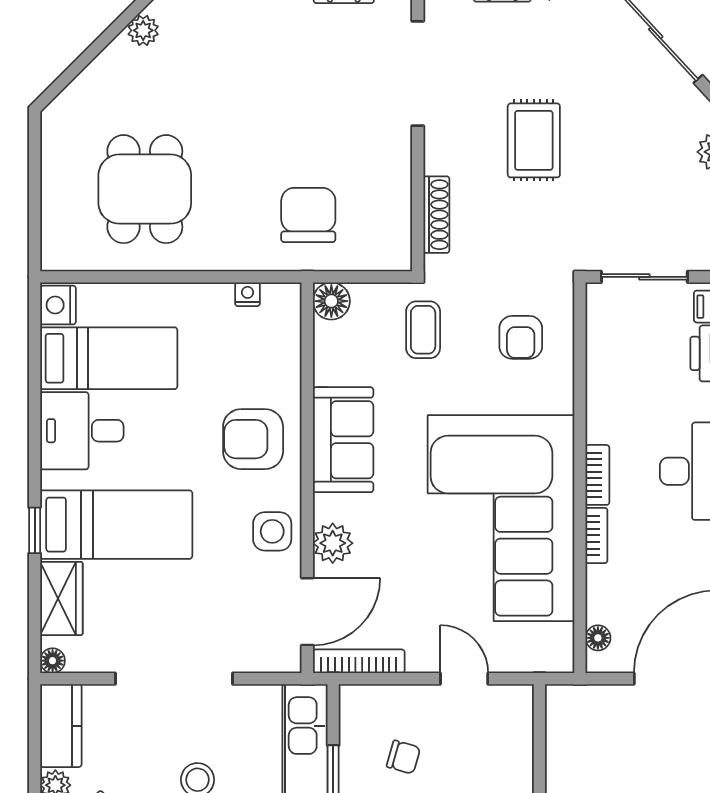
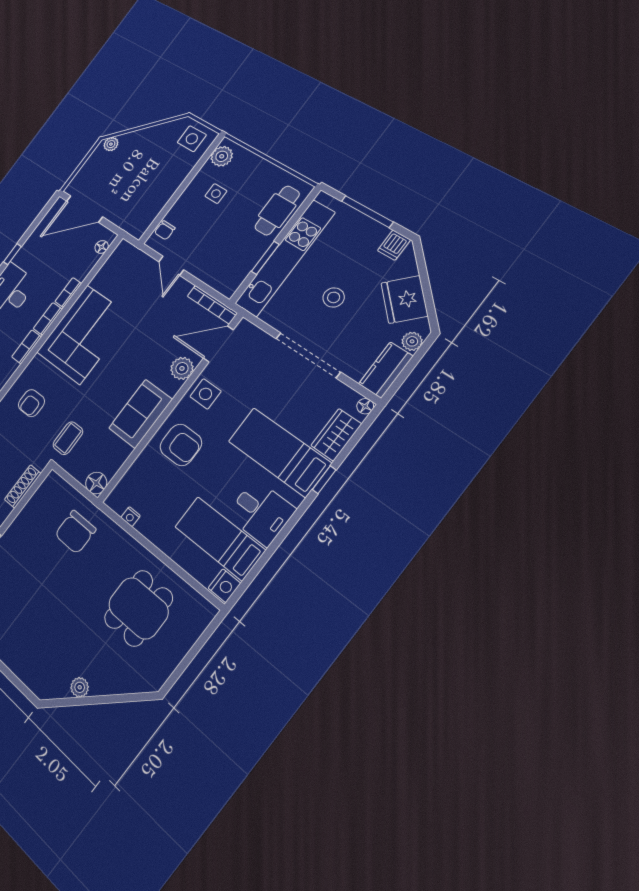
armchair: (521, 337) -> (31, 403), turned 180
bookcase: (598, 411) -> (26, 347), added
corner sofa: (501, 518) -> (83, 334), width x0.73, depth x0.74
chair: (404, 757) -> (165, 230), moved, turned -106

